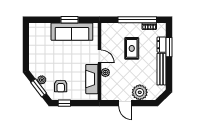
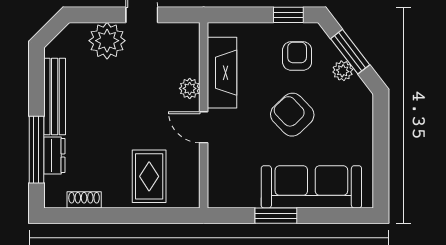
window: (137, 20) -> (113, 216), removed
sofa: (72, 32) -> (311, 187), moved
window: (169, 47) -> (36, 150), width x1.44
rug: (132, 48) -> (149, 176), moved
armchair: (63, 62) -> (292, 115), added

